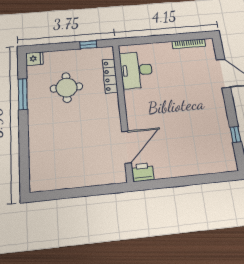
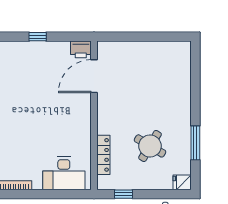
desk: (136, 70) -> (64, 173), moved, turned 90
round table: (66, 88) -> (150, 146), turned 31
window: (188, 181) -> (38, 37), added

